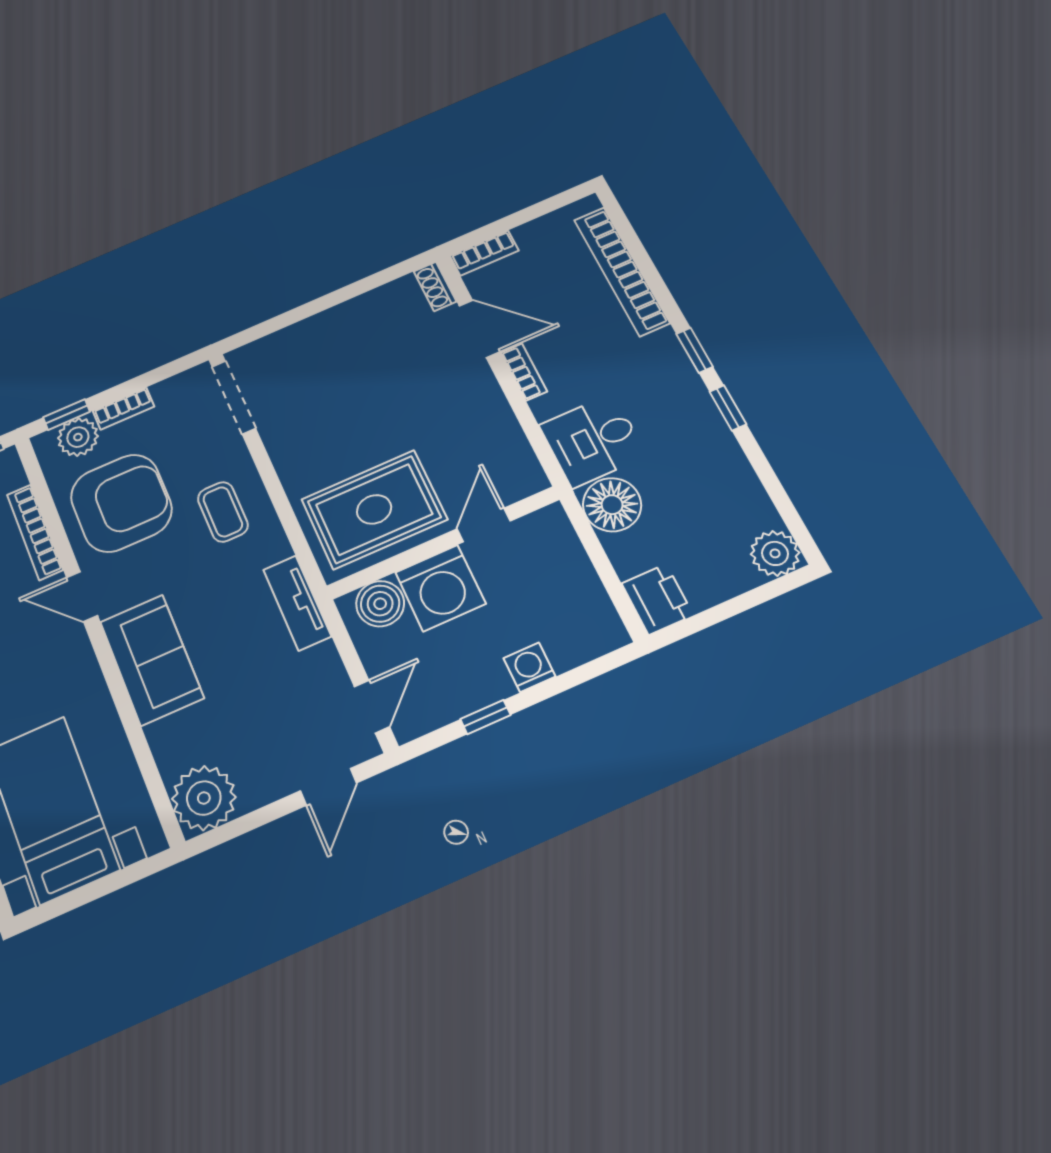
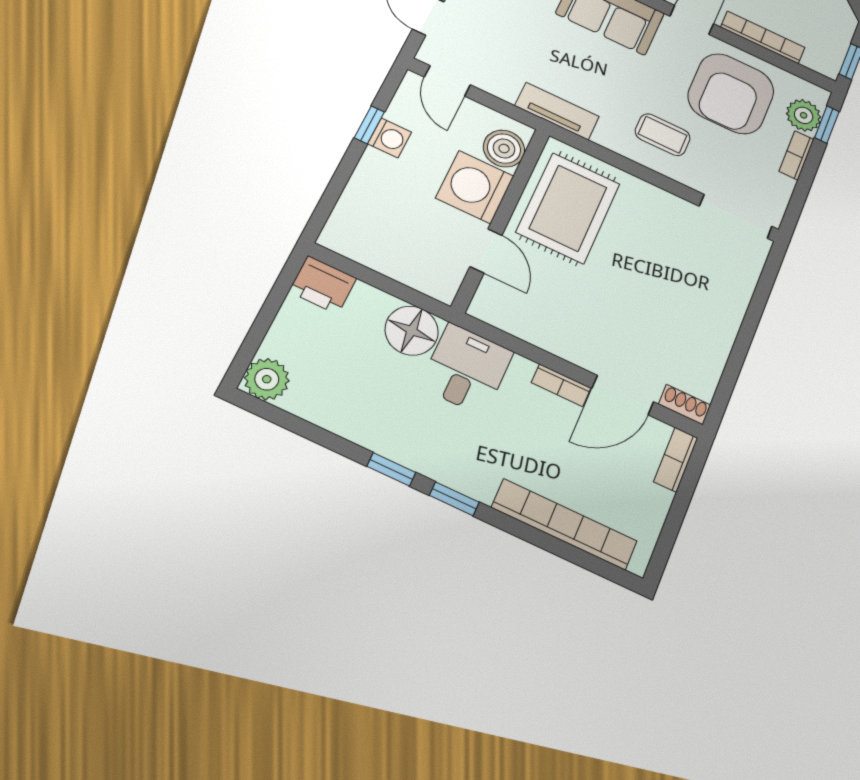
washing machine: (529, 667) -> (390, 138), moved

